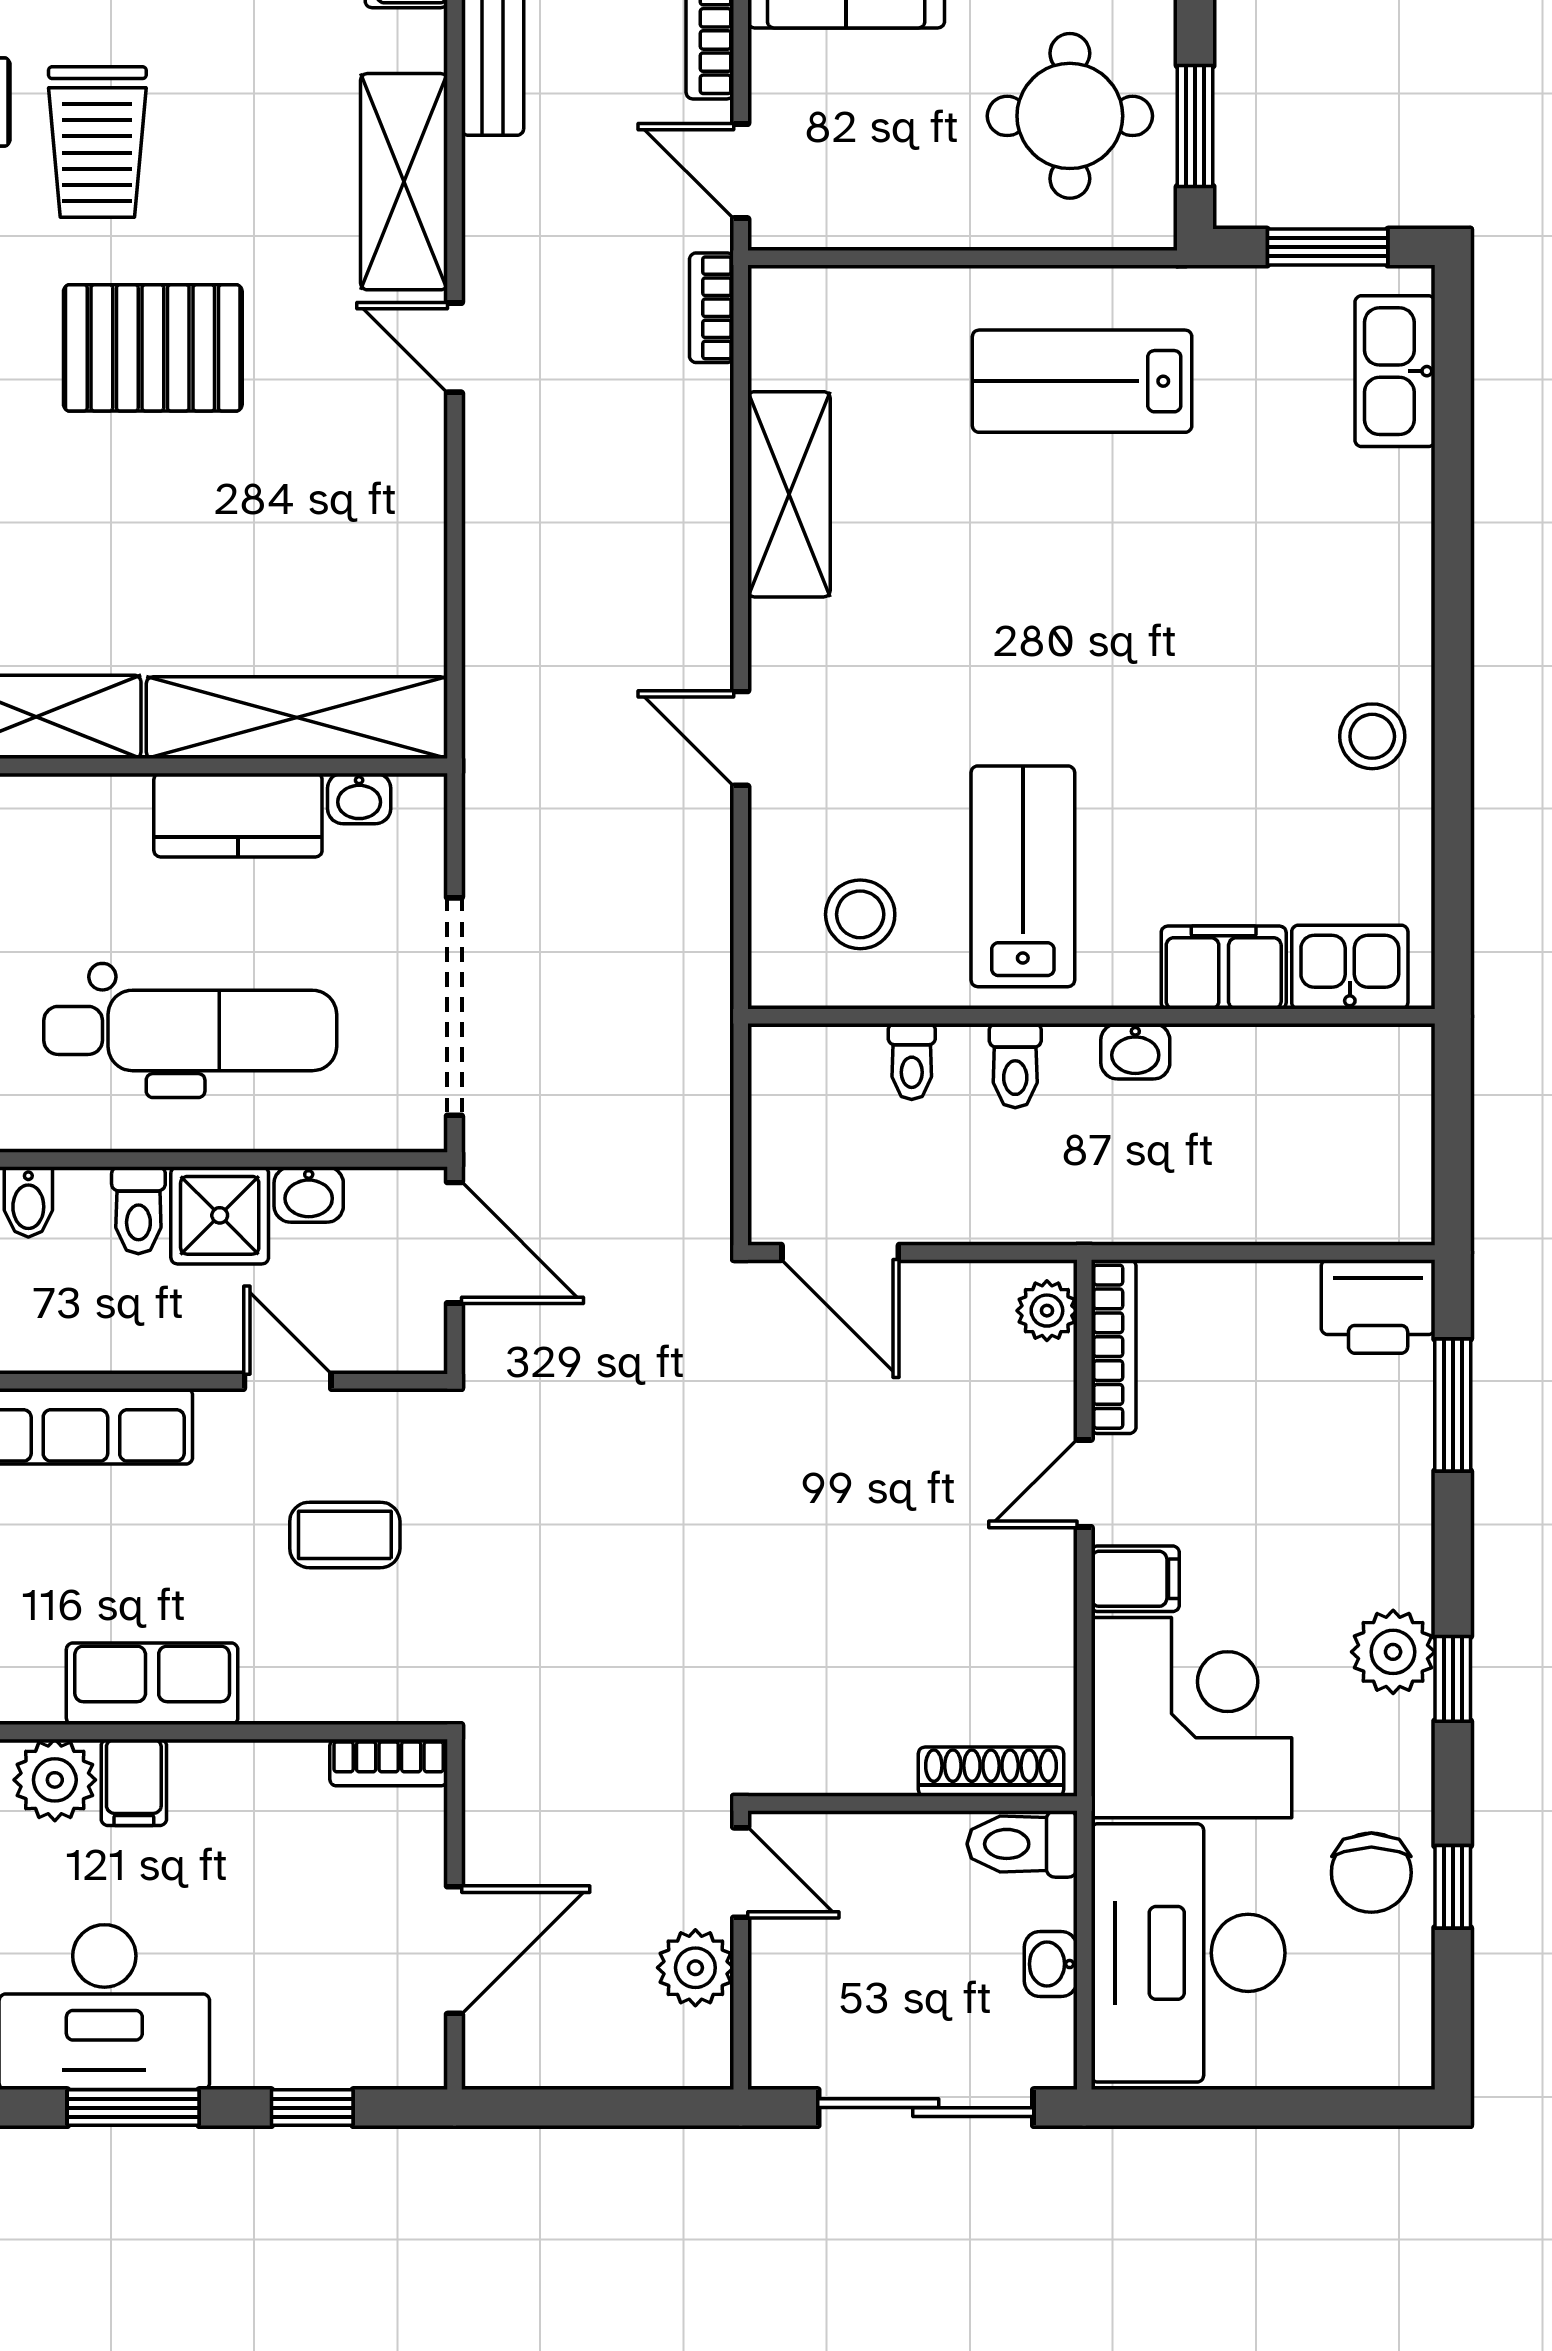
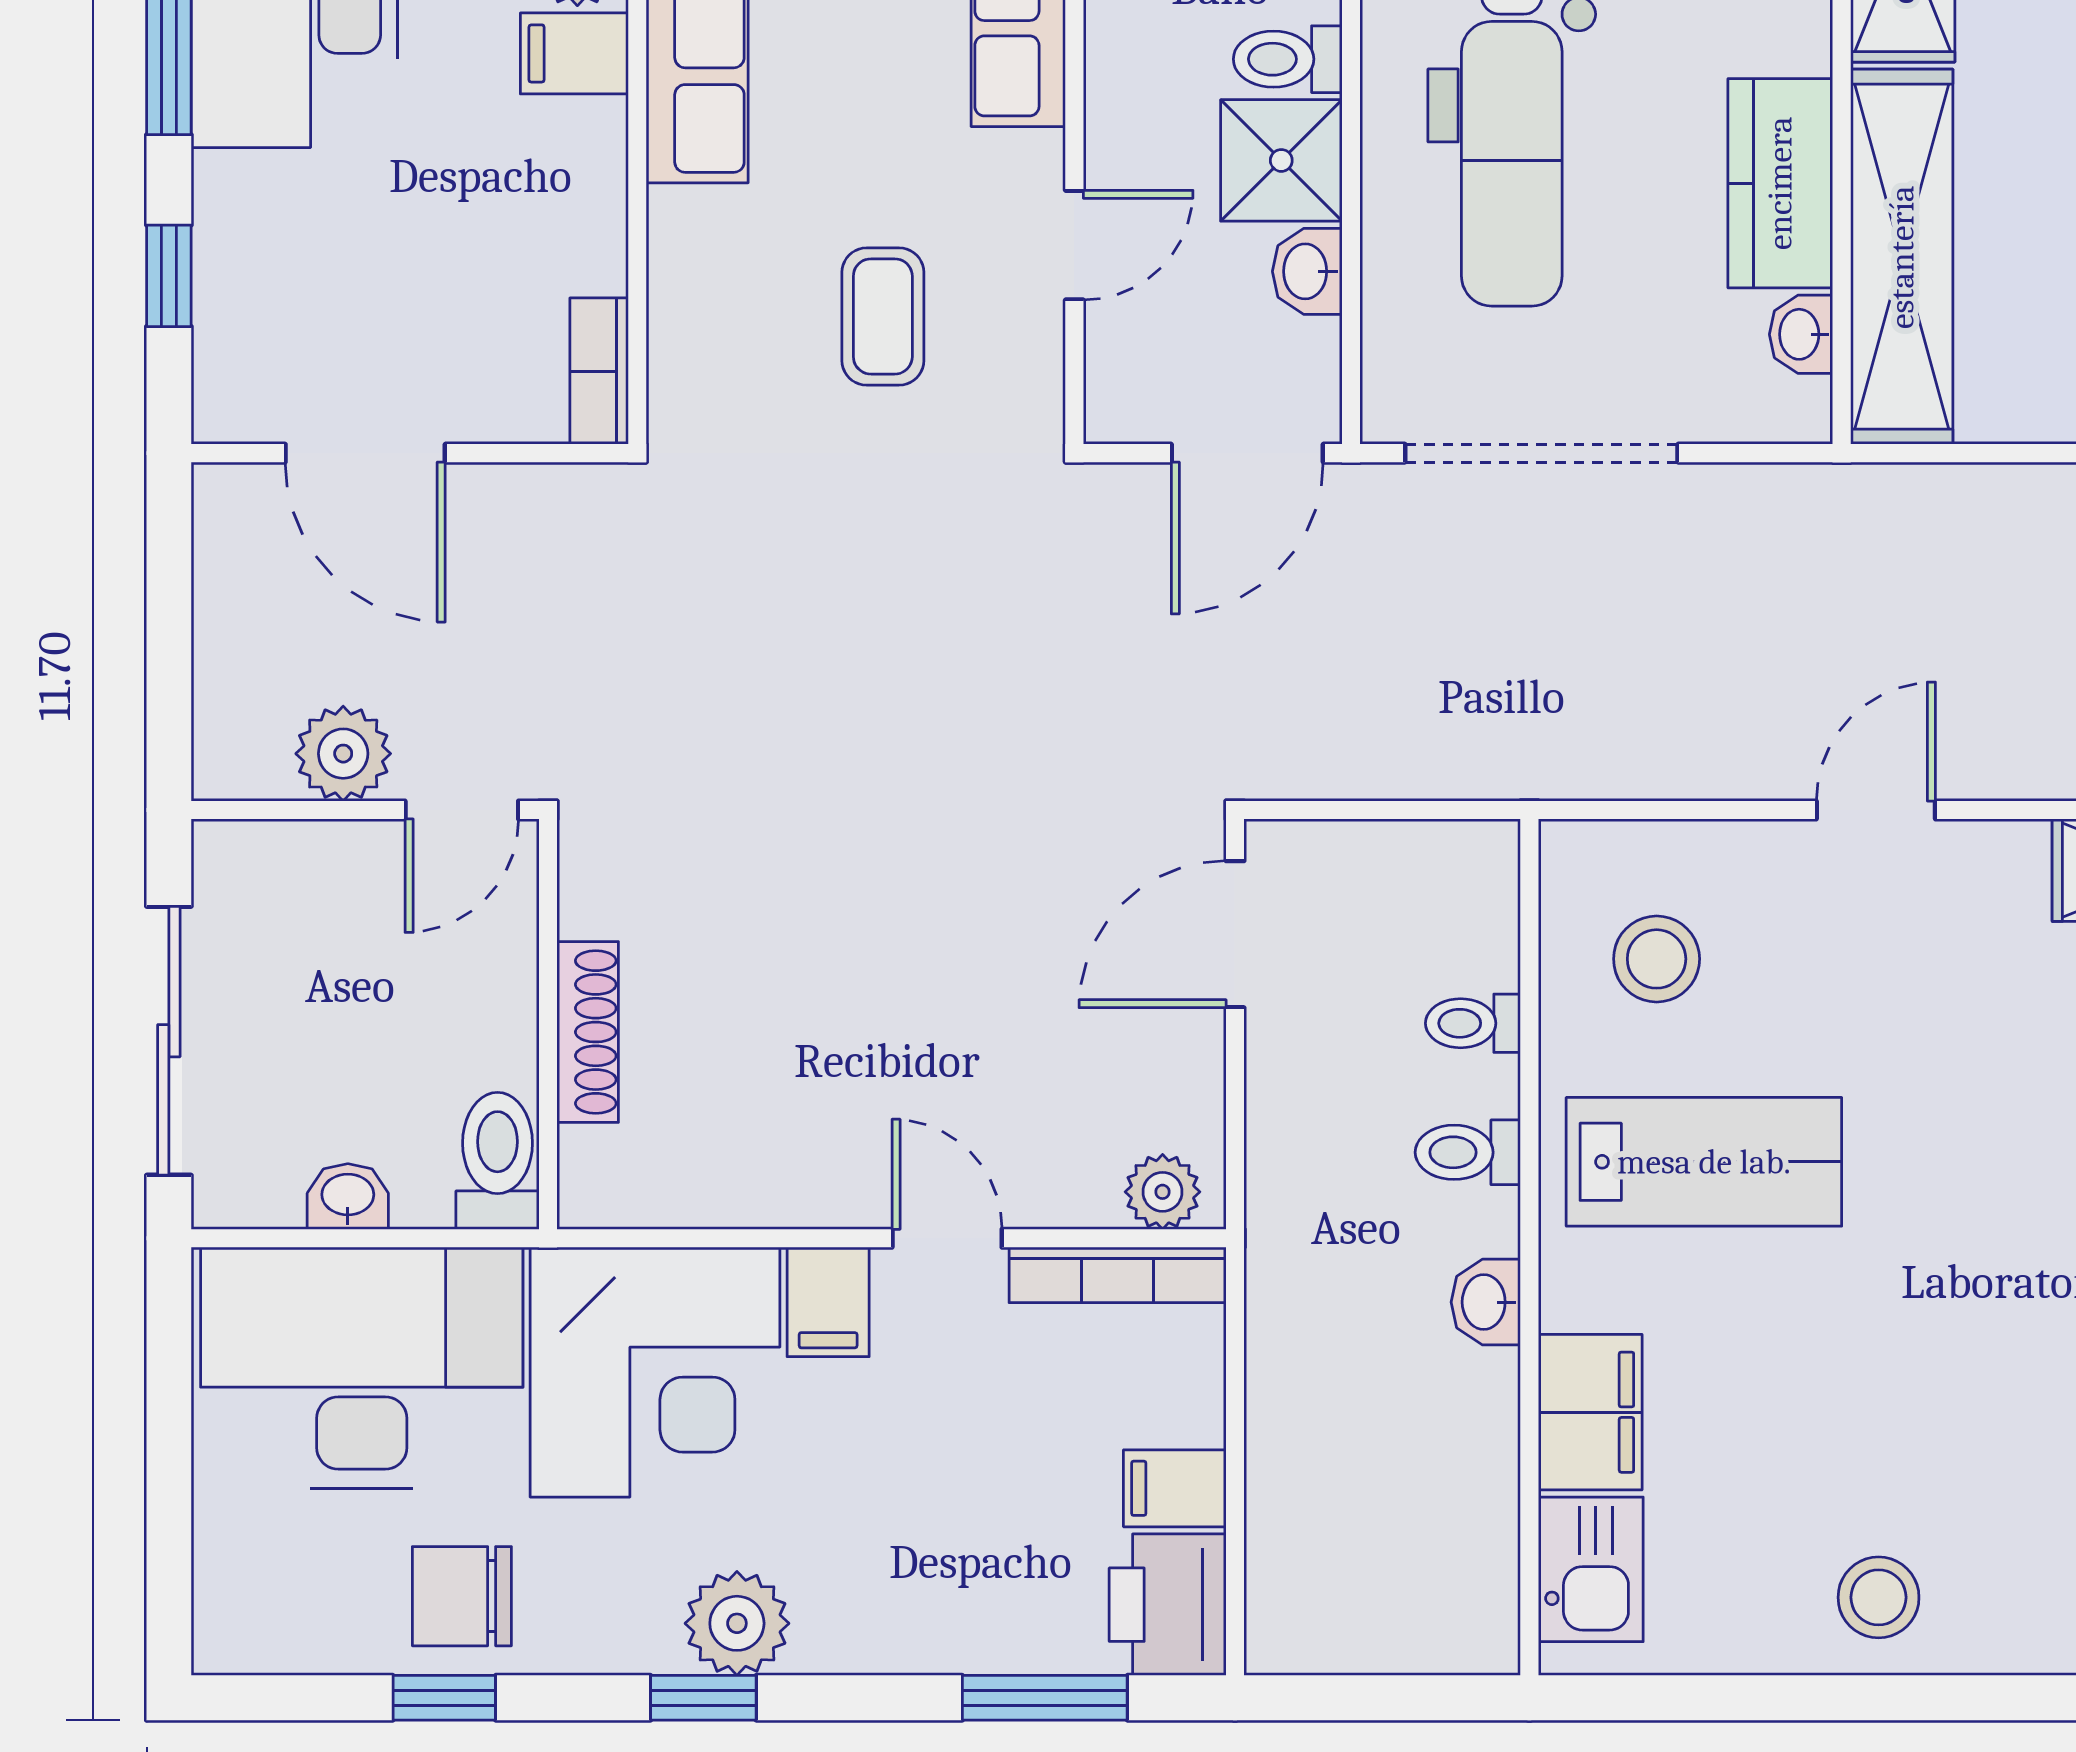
filing cabinet: (1285, 1301) -> (1175, 1488), added
shoe rack: (991, 1772) -> (588, 1032), moved

